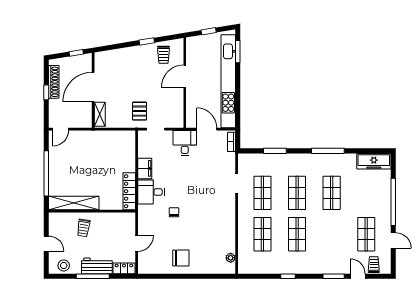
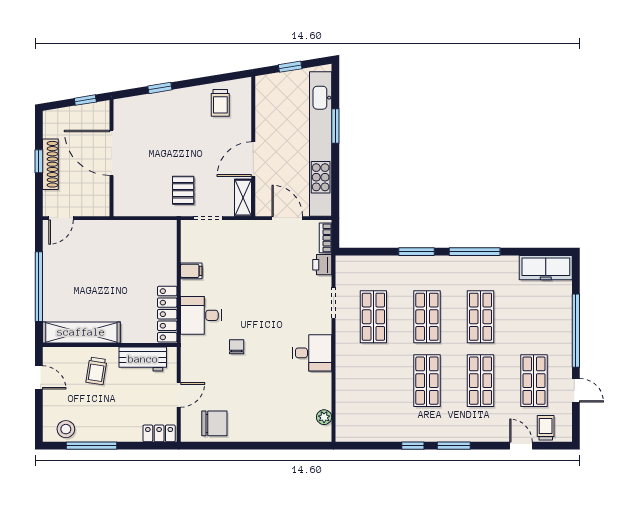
window: (147, 41) -> (160, 88), moved
window: (238, 52) -> (335, 126), moved
door: (185, 76) -> (253, 159), moved
shoe rack: (54, 82) -> (50, 164), moved
door: (93, 87) -> (112, 153), hinge flipped
shelving: (100, 114) -> (243, 198), moved
desk: (185, 143) -> (312, 353), moved, turned 90
window: (275, 151) -> (416, 252), moved
printer: (229, 159) -> (322, 265), added
filing cabinet: (145, 168) -> (191, 271), width x0.50
shop shelf: (262, 234) -> (480, 381), moved
door: (46, 244) -> (39, 377), moved
chair: (181, 258) -> (214, 423), moved
workbench: (97, 266) -> (143, 359), moved, turned 180
window: (93, 276) -> (92, 446), moved
window: (334, 276) -> (454, 446), moved

